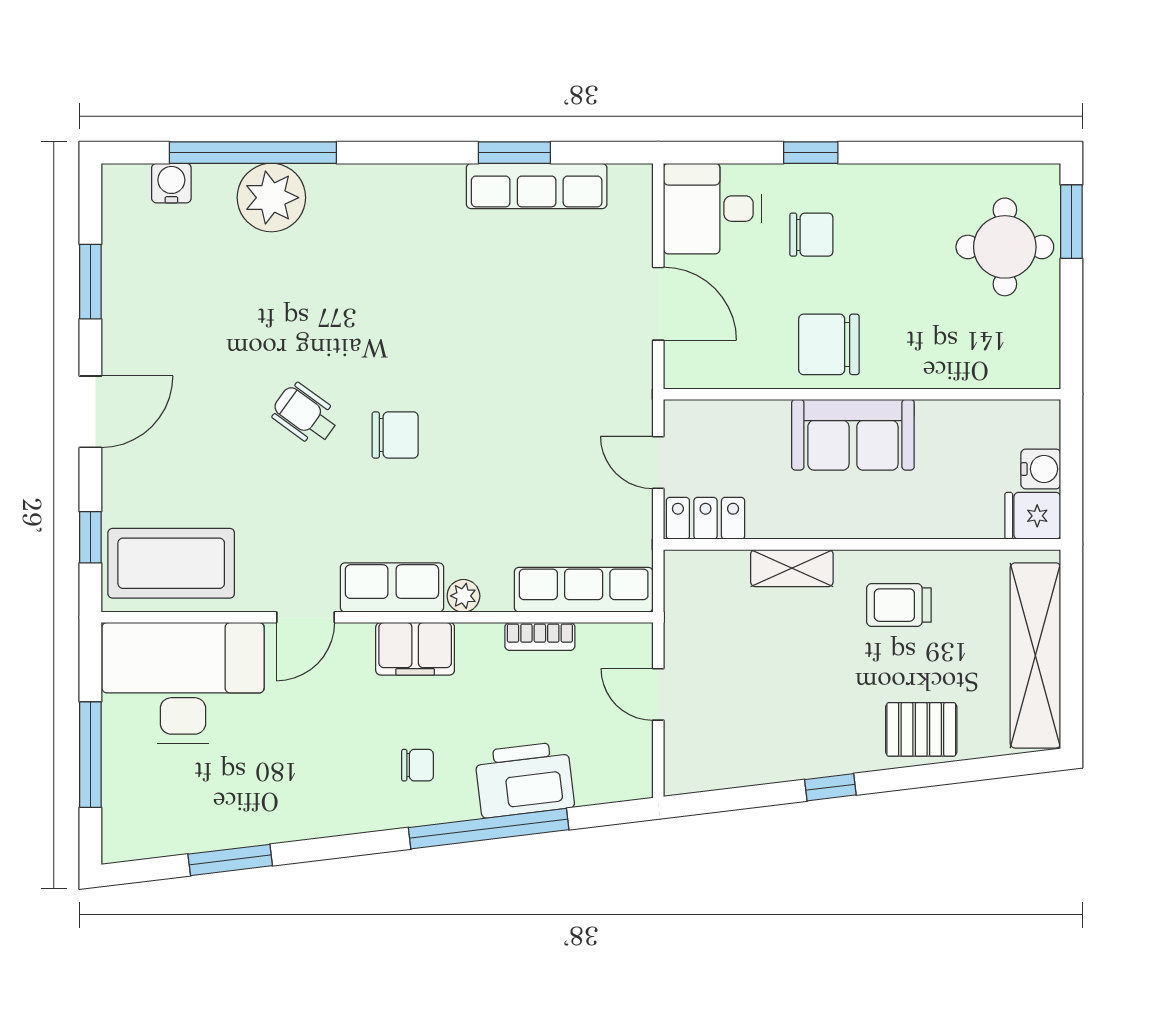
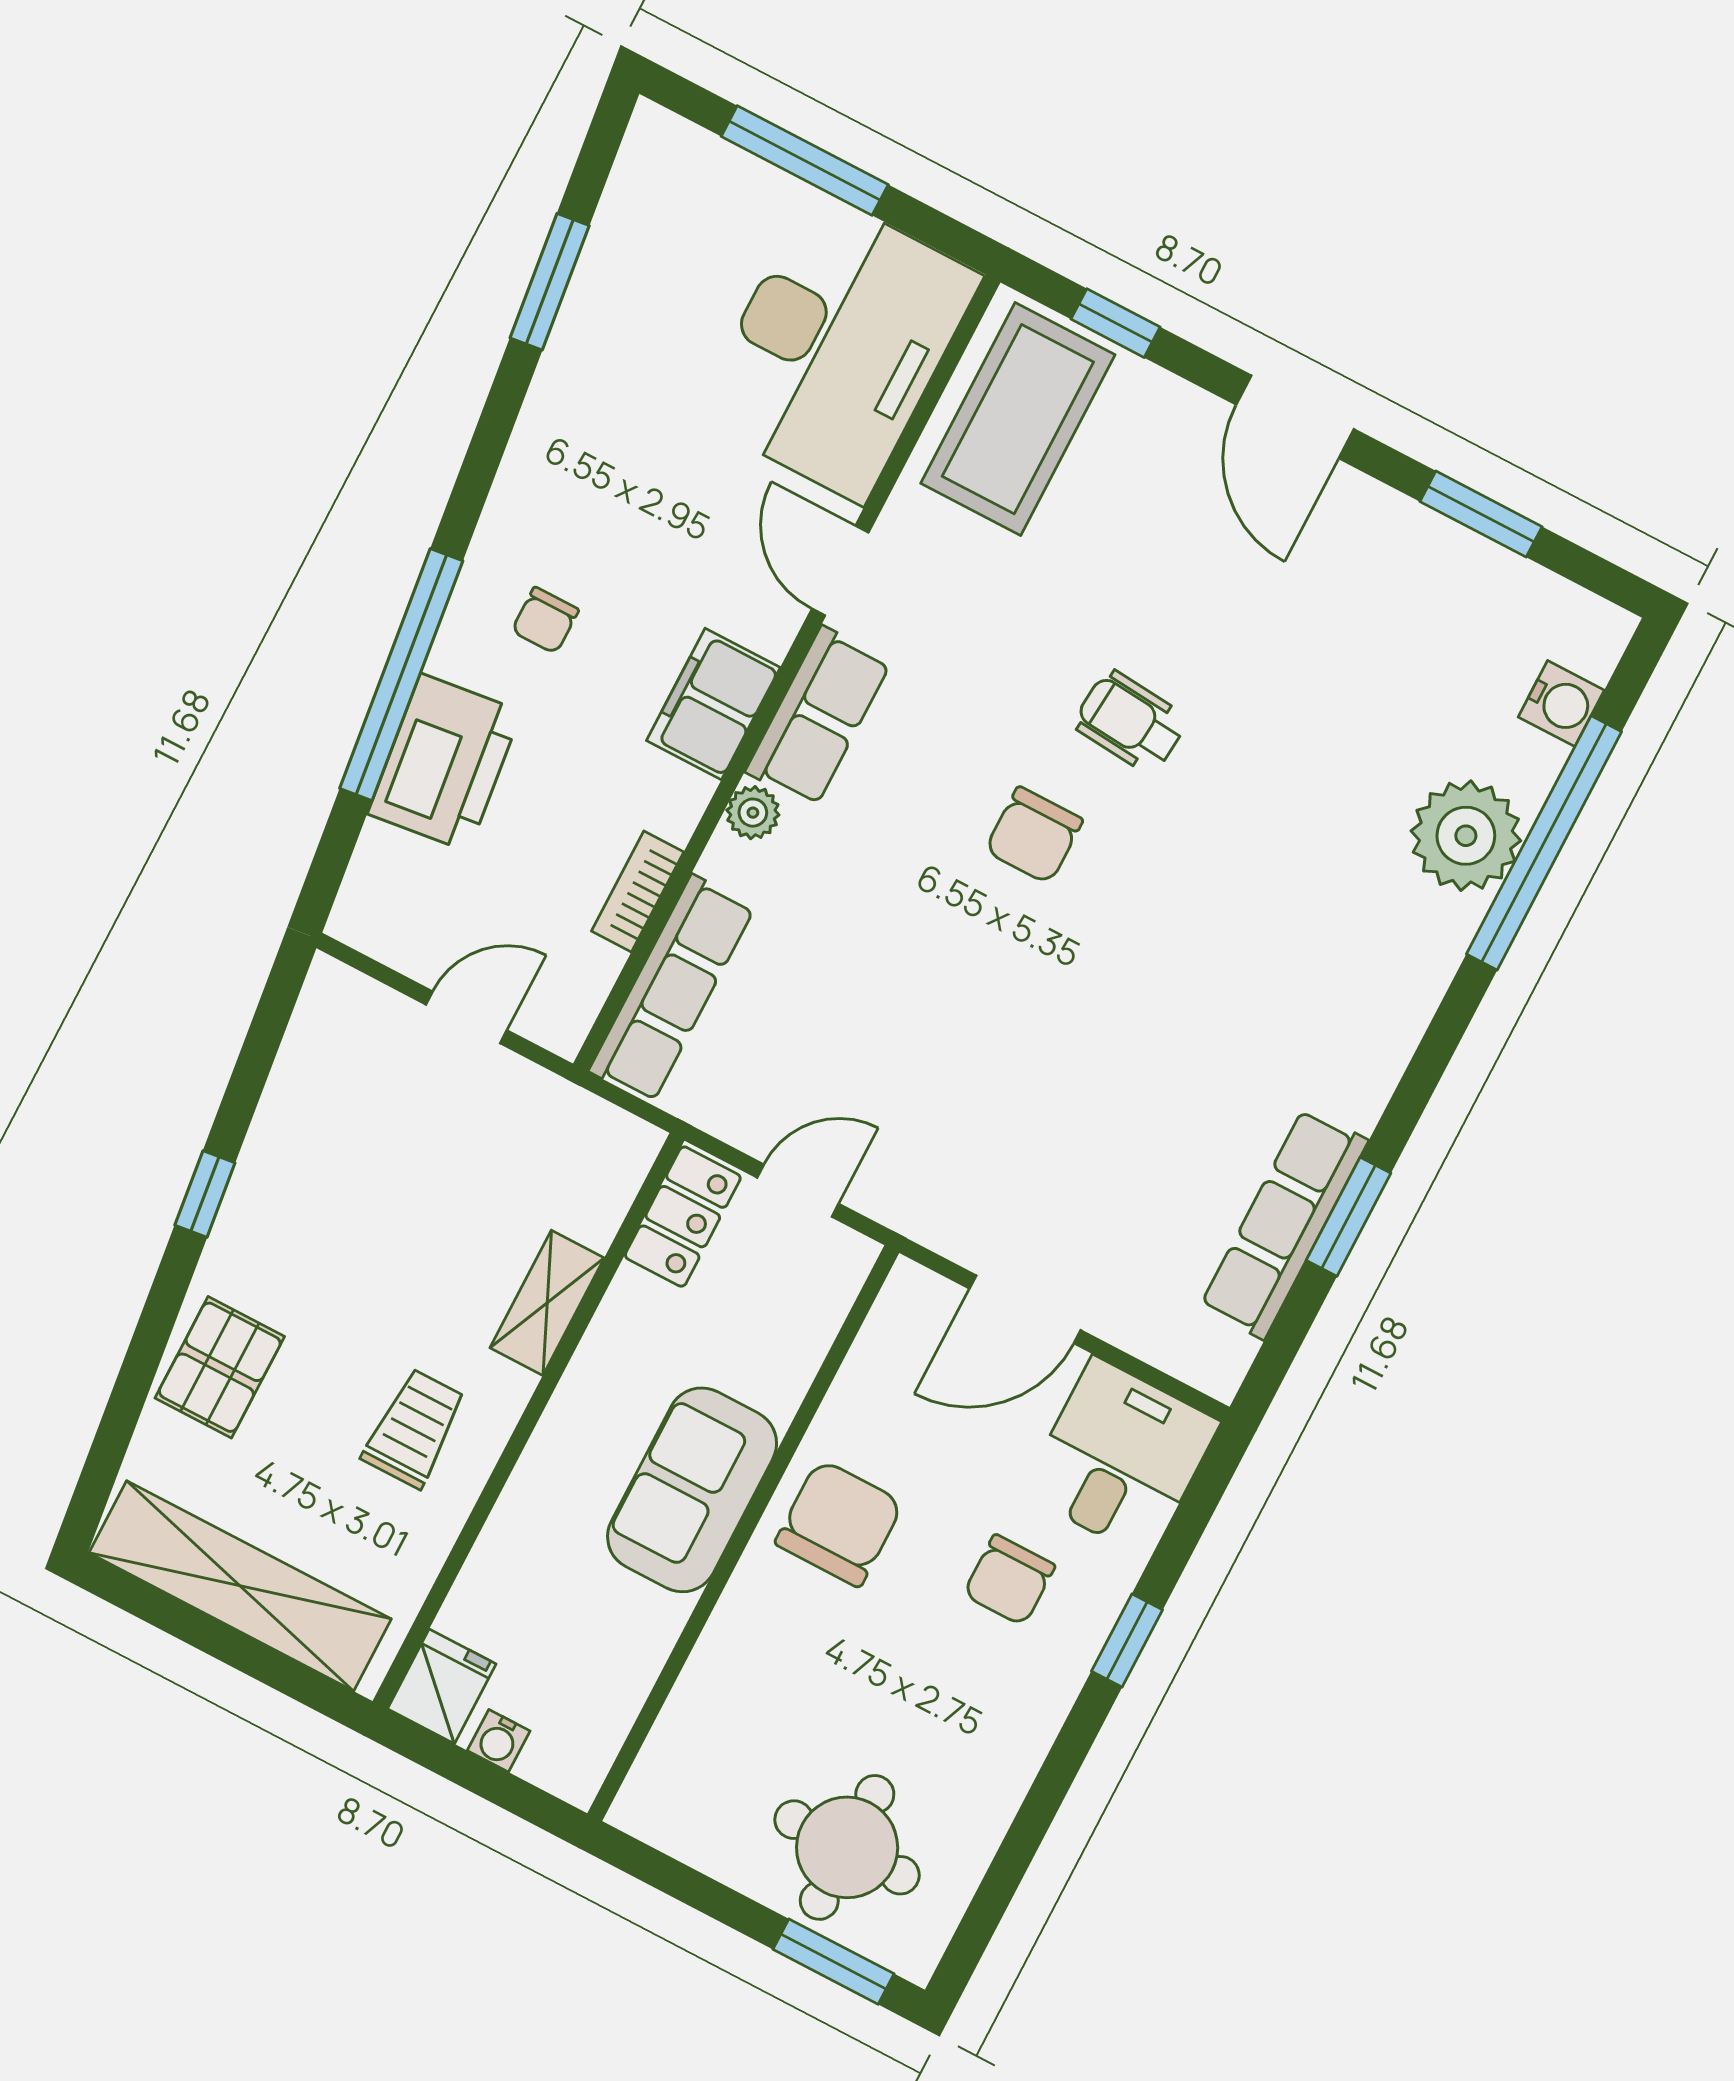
wheelchair: (305, 414) -> (1130, 722), turned -121
water cooler: (1041, 469) -> (499, 1741), width x0.72, depth x0.72

